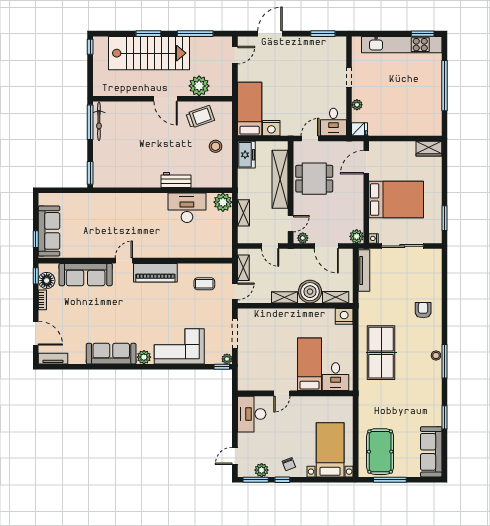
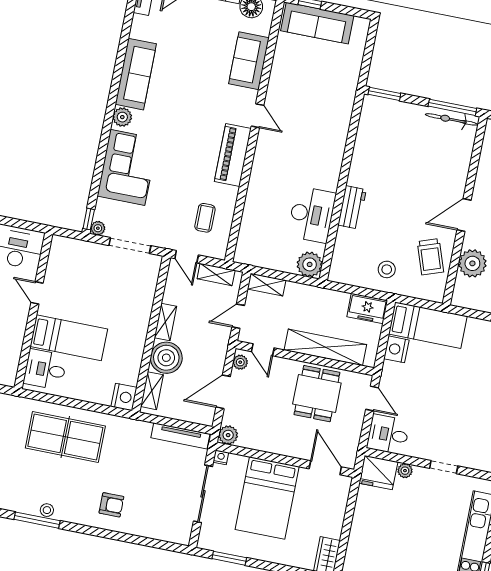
fridge: (359, 129) -> (378, 473), width x1.88, depth x1.34
shelving: (243, 213) -> (267, 285), moved
sofa: (86, 275) -> (249, 61), width x0.73

